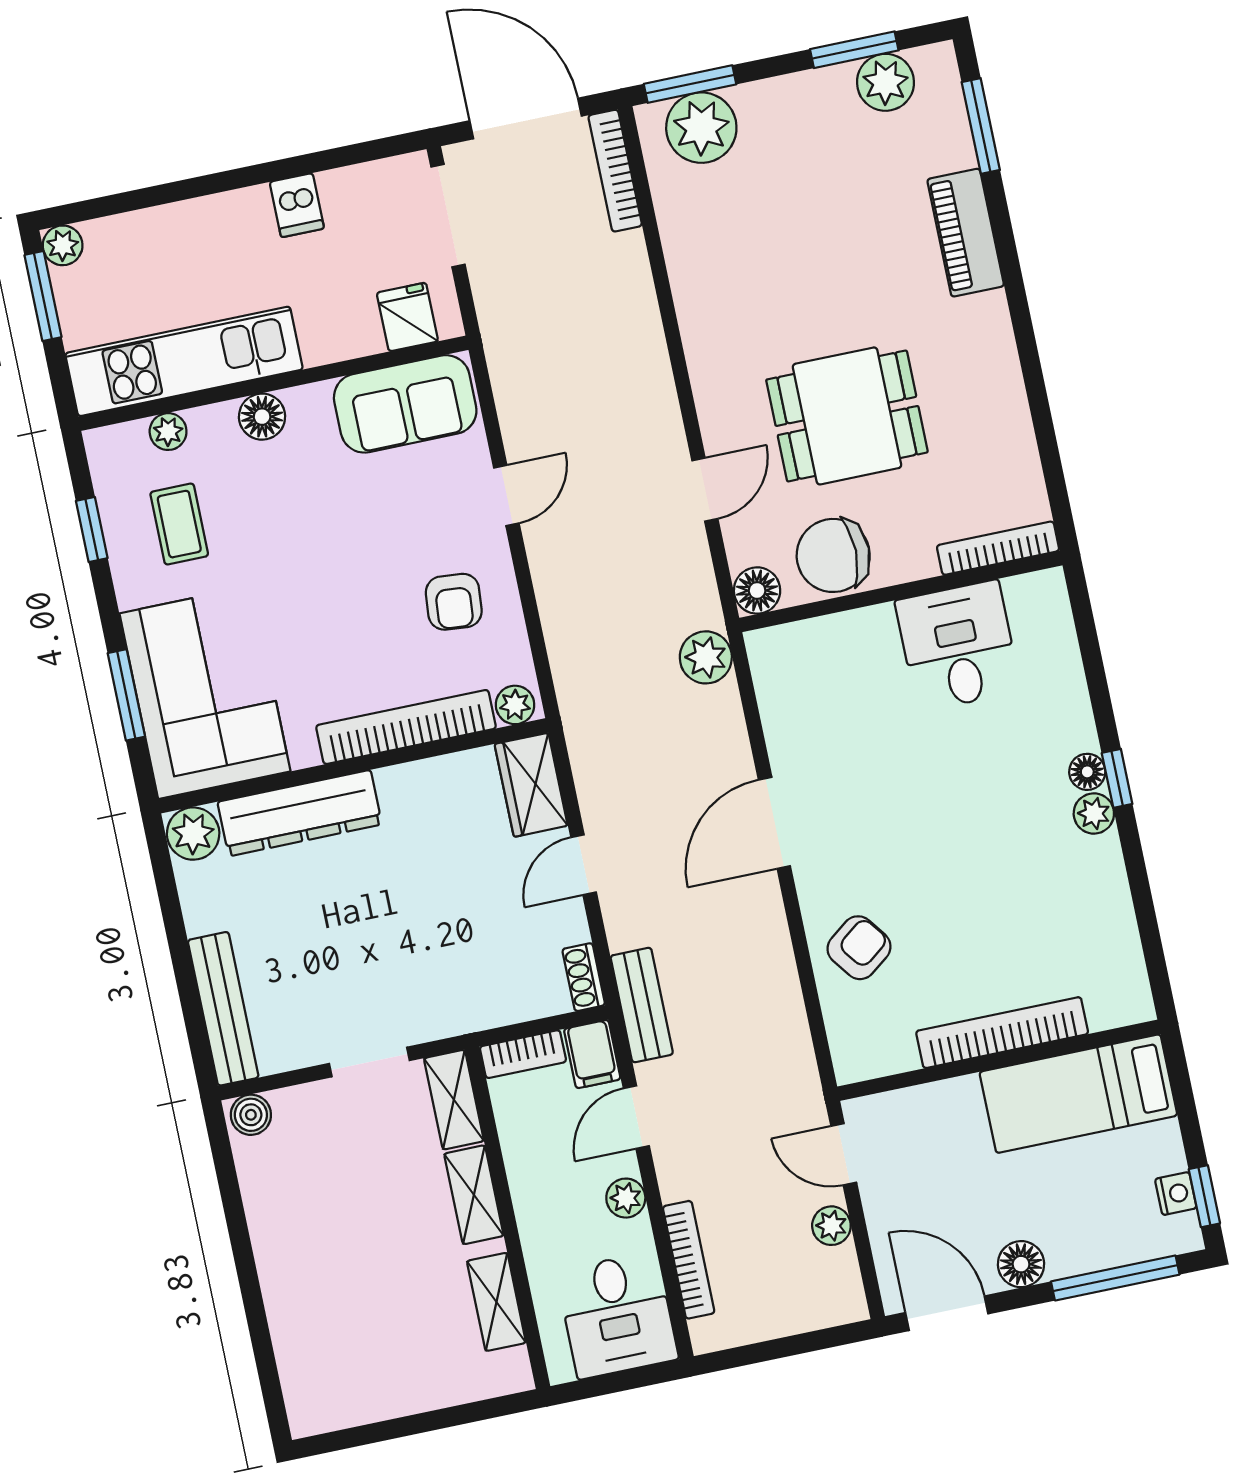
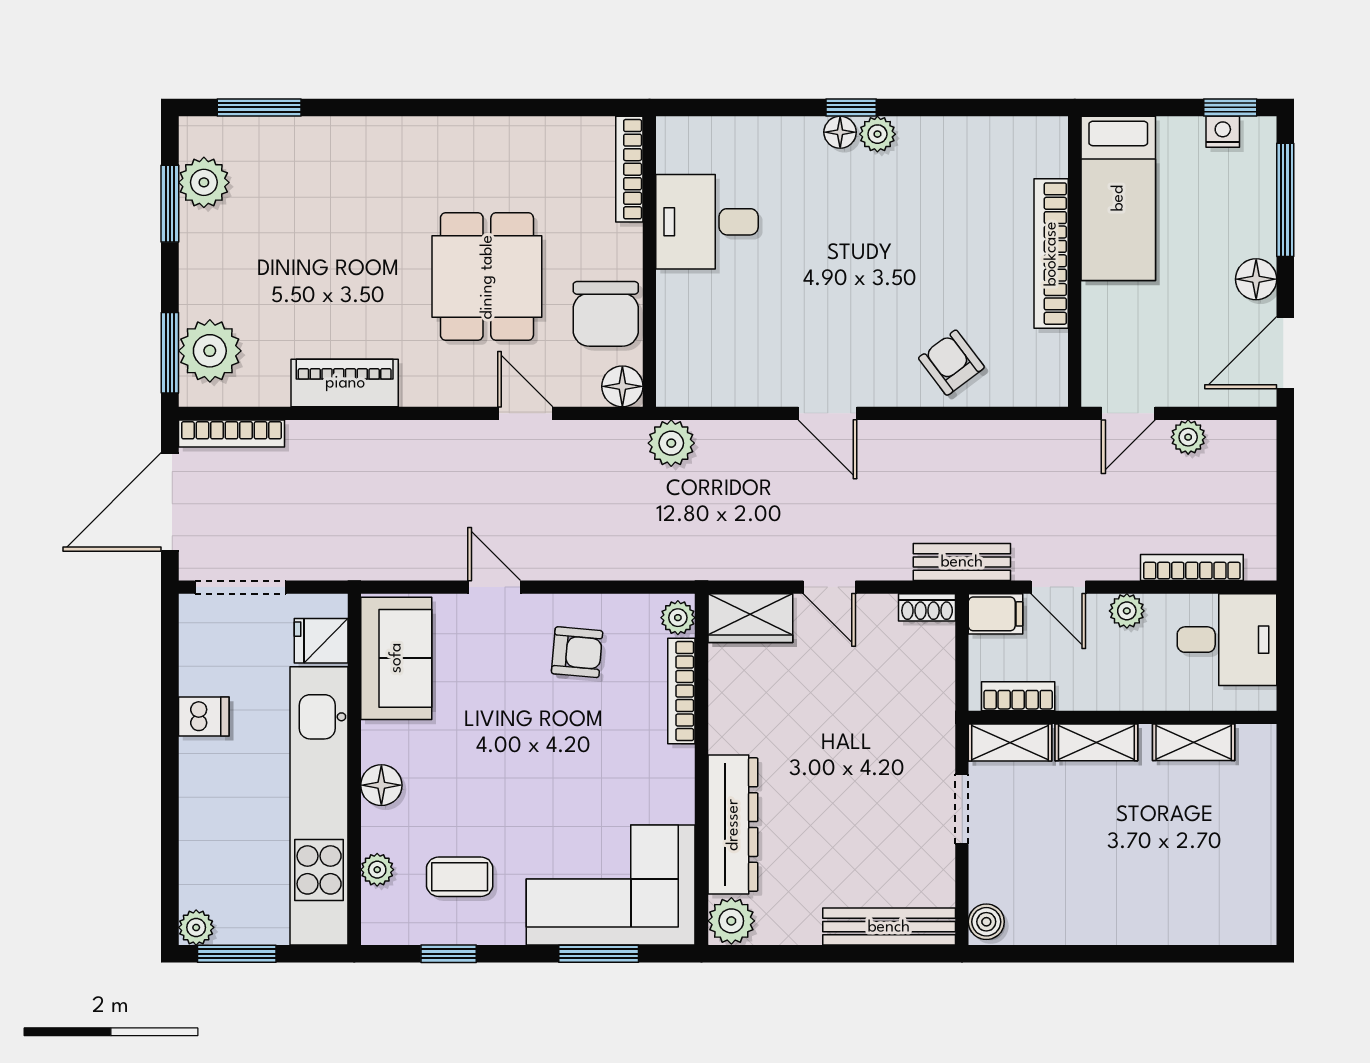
piano: (966, 233) -> (345, 383), moved, turned 180
kitchen unit: (184, 361) -> (319, 806), width x1.36
bookcase: (406, 727) -> (681, 691), width x0.68, depth x0.76
door: (774, 823) -> (828, 413), width x0.73
bookcase: (523, 1054) -> (1018, 696), moved, turned -90

